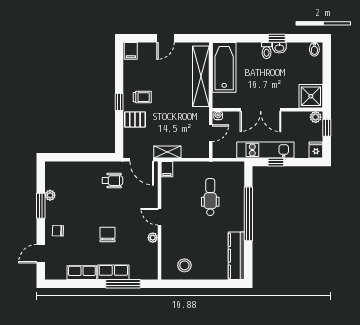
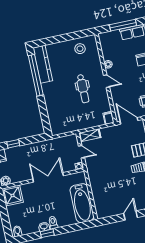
shelving: (201, 76) -> (98, 193), removed
door: (211, 133) -> (82, 152), swing flipped
kitchen unit: (265, 150) -> (38, 148), removed
shelving: (167, 152) -> (90, 135), moved
window: (276, 162) -> (13, 144), moved
dental chair: (210, 197) -> (83, 89), moved
window: (248, 214) -> (36, 75), moved

